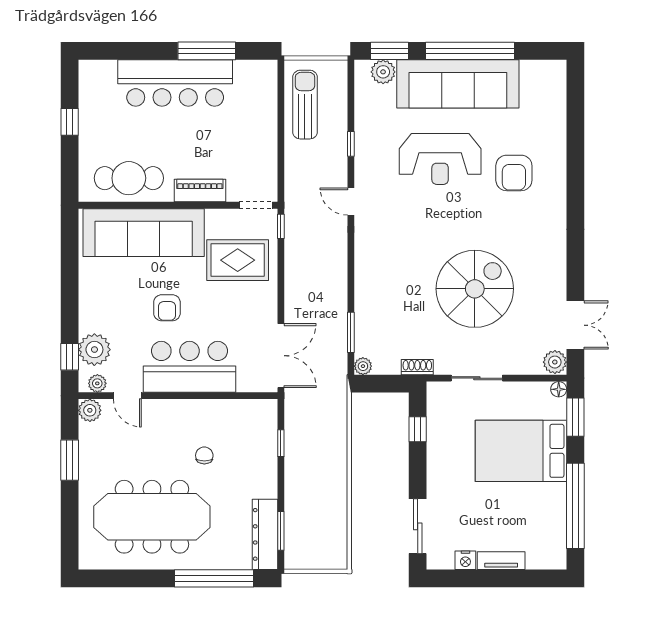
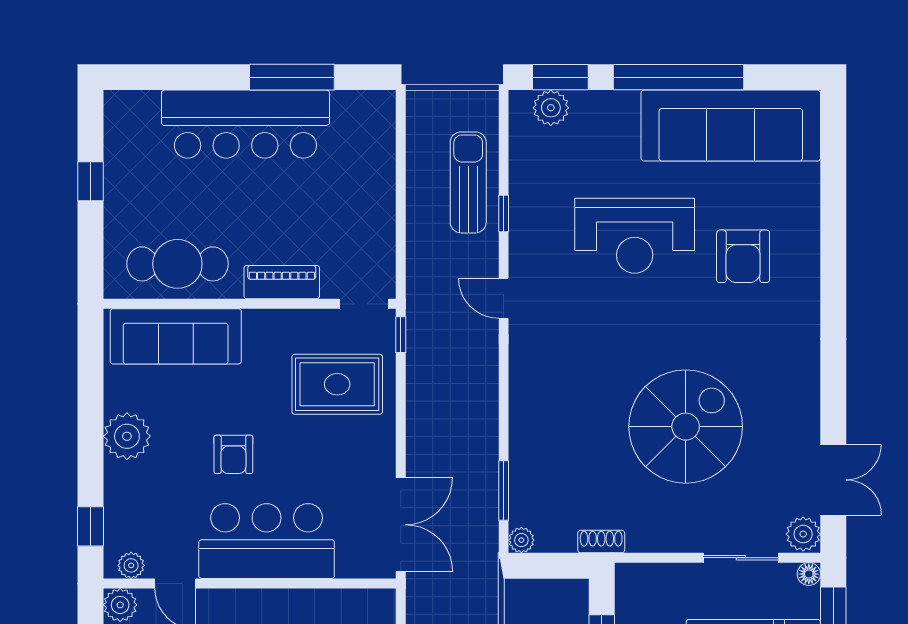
sofa: (458, 84) -> (731, 126), moved
sun lounger: (305, 105) -> (468, 182), moved
sofa: (144, 233) -> (176, 336), width x0.74, depth x0.79
plant: (94, 350) -> (127, 436), moved
sliding door: (477, 378) -> (741, 558), moved

